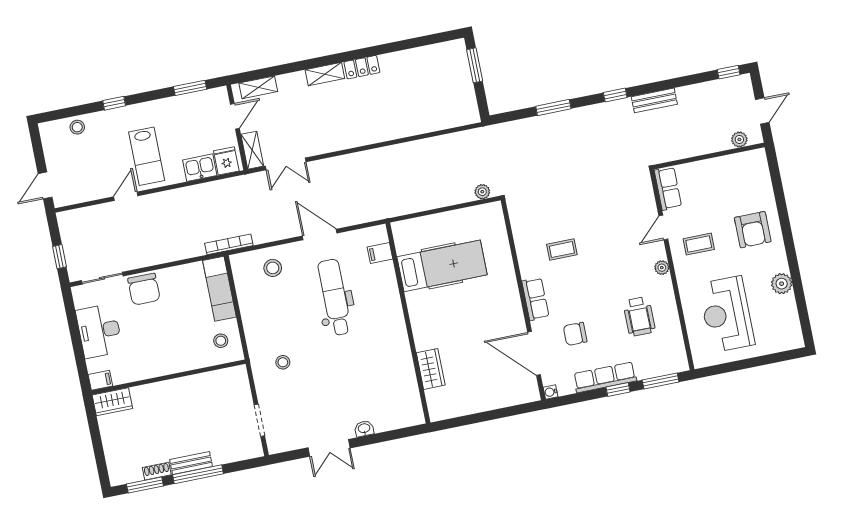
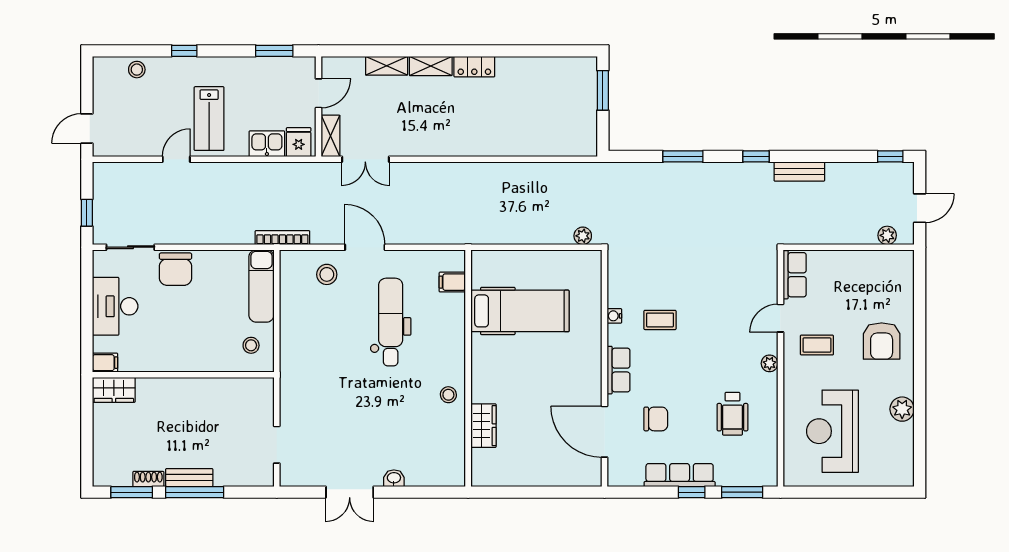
shelving: (258, 87) -> (387, 66), moved
door: (320, 234) -> (365, 247), moved
chair: (575, 334) -> (656, 419), turned 180
stool: (283, 362) -> (448, 395), moved
water cooler: (551, 392) -> (614, 316), moved

